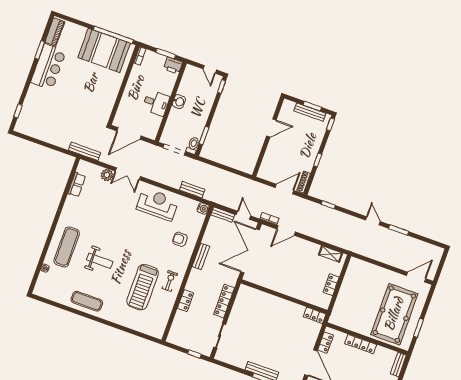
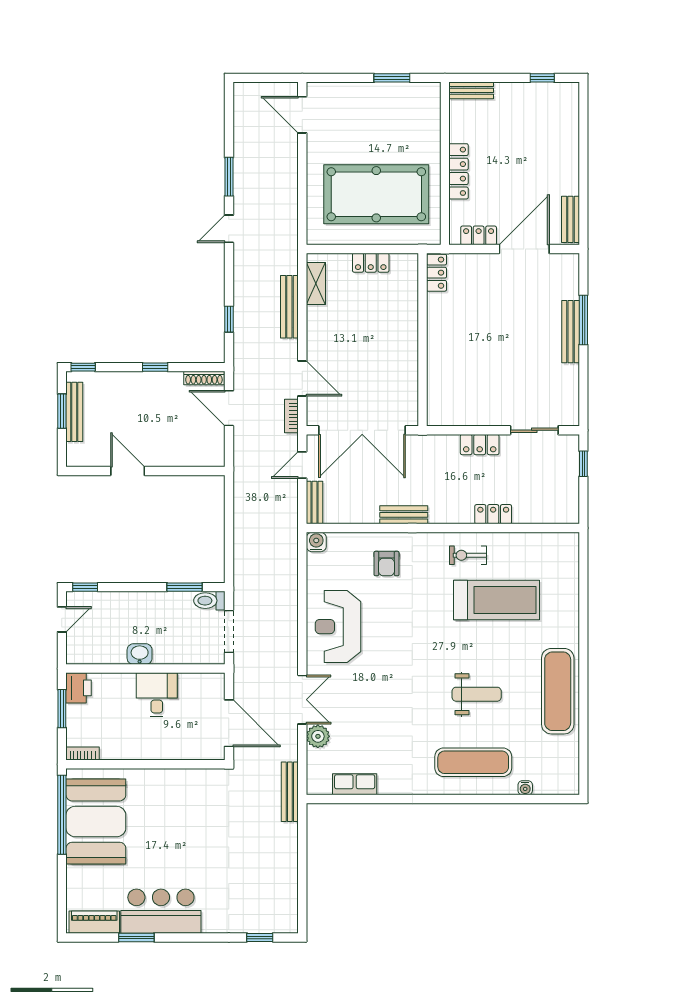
bench: (192, 190) -> (289, 307), moved, width x1.36
weight bench: (100, 261) -> (477, 694), turned 90
exercise mat: (87, 301) -> (558, 691), width x1.36, depth x1.45
locker: (224, 301) -> (480, 445), width x0.66
pool table: (394, 314) -> (376, 194), moved

